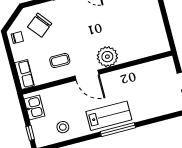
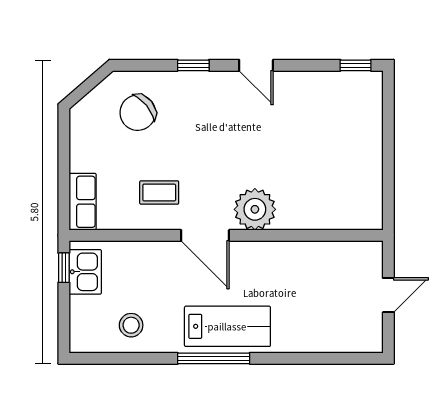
chair: (17, 38) -> (87, 126), removed
window: (118, 130) -> (214, 358), moved
window: (30, 133) -> (64, 268), moved

